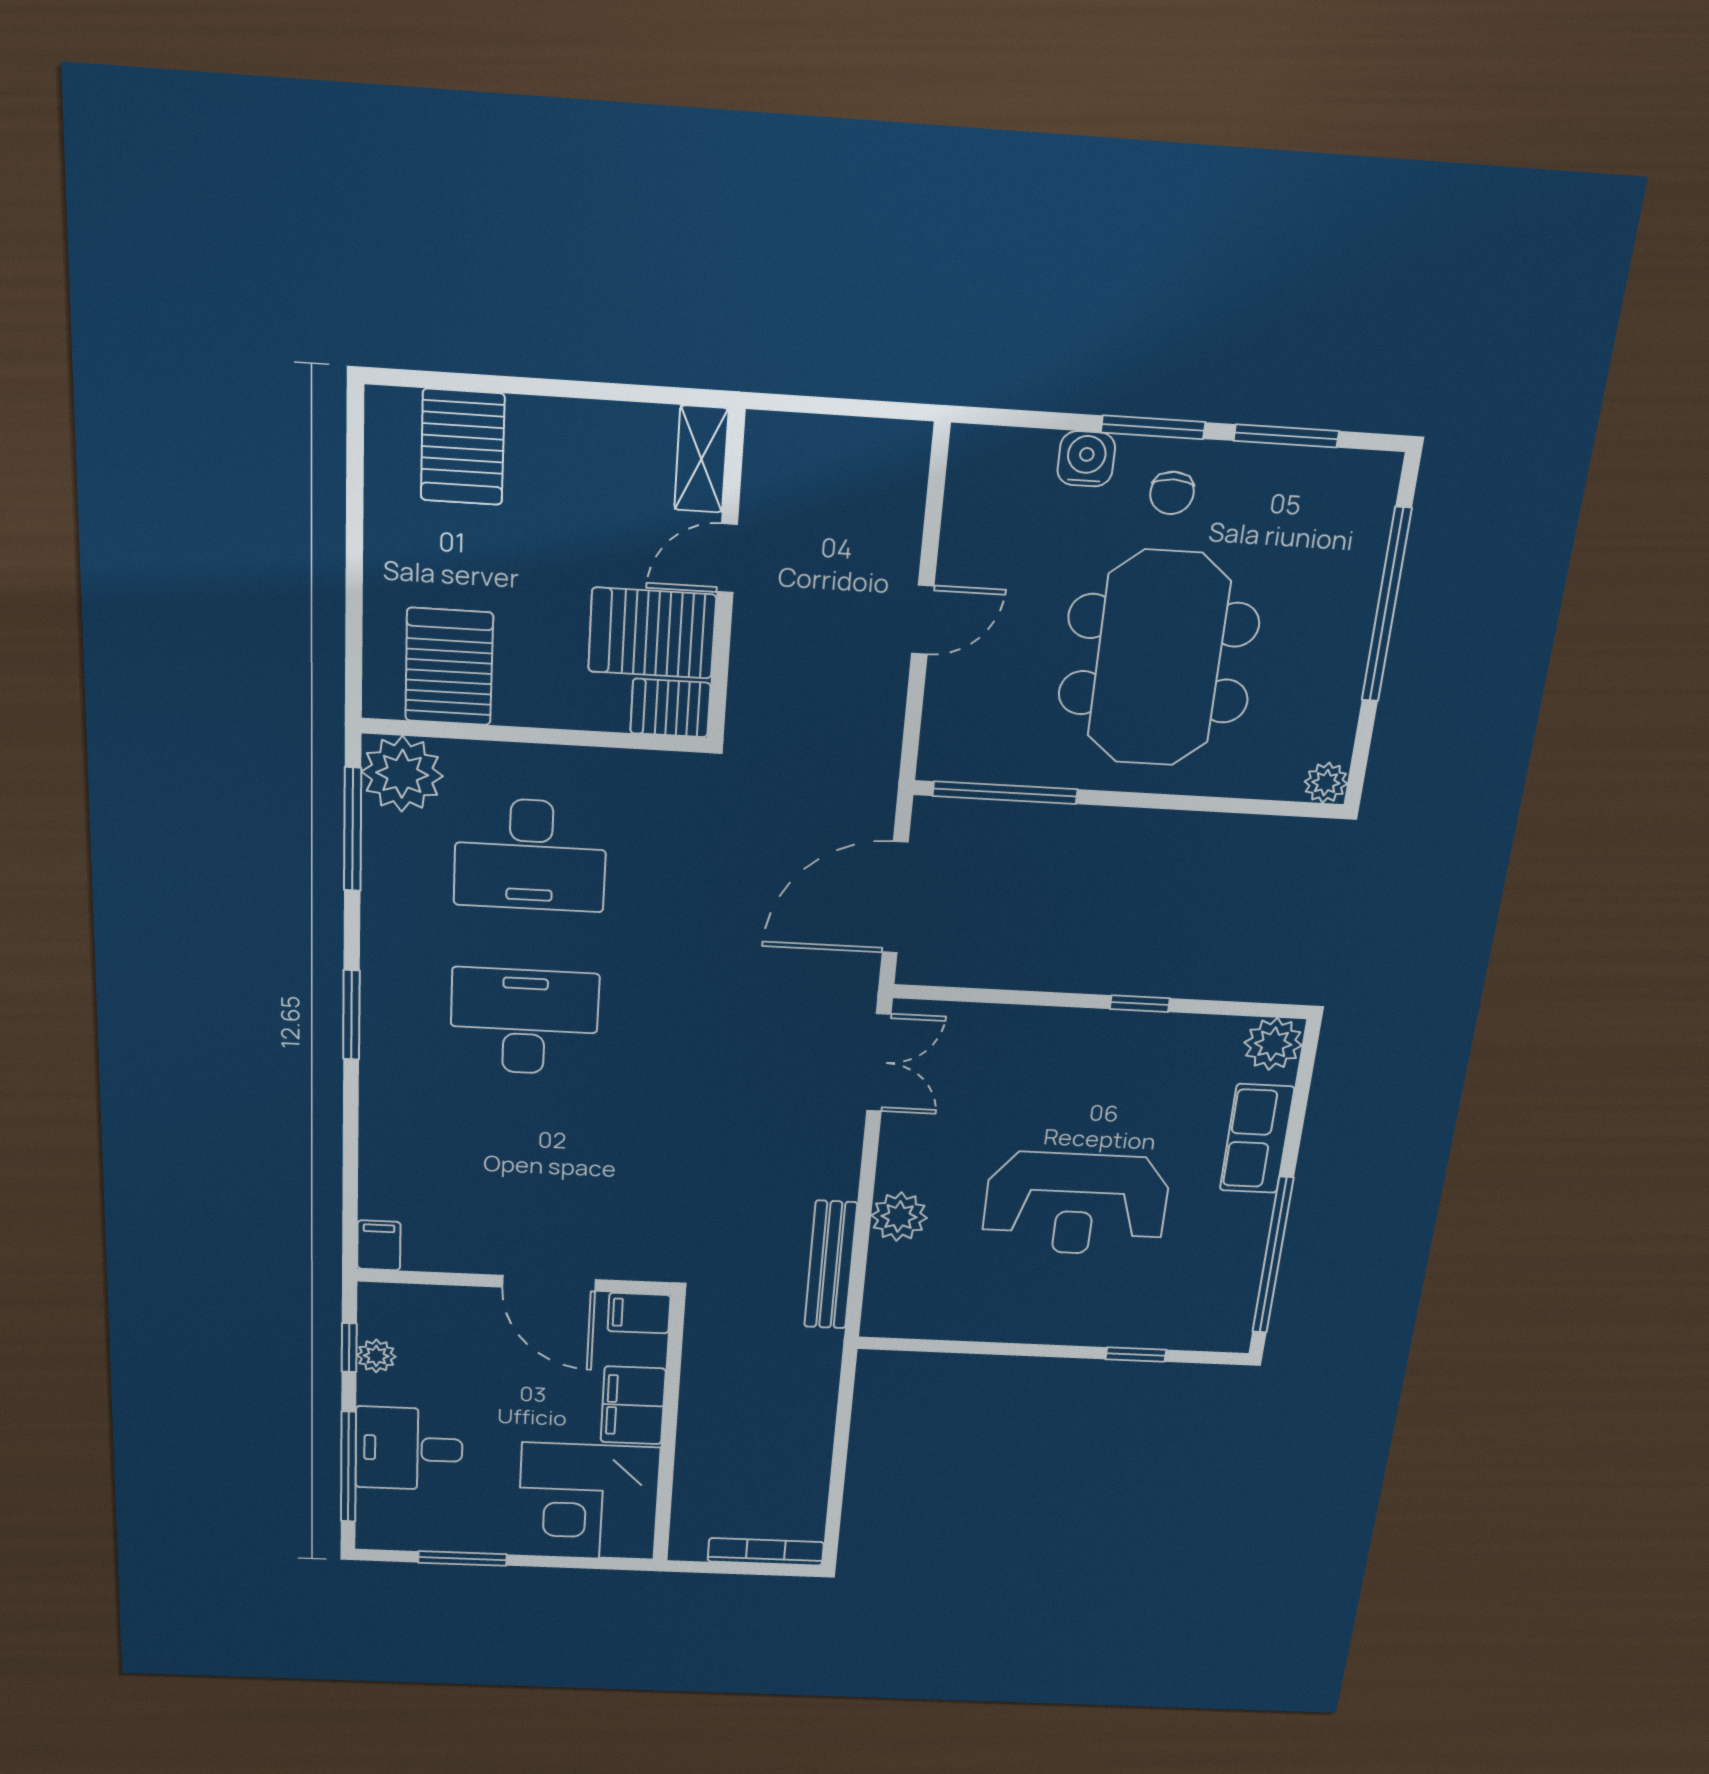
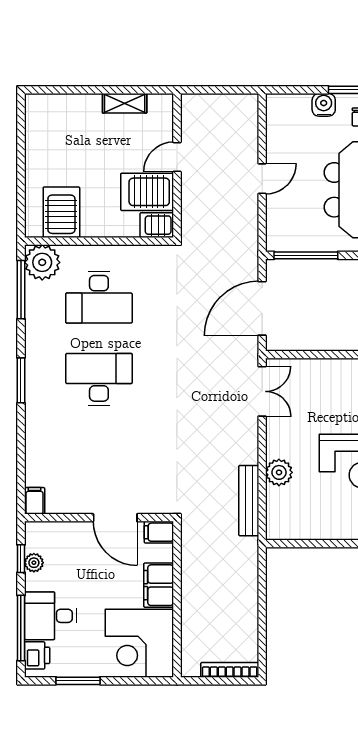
server rack: (463, 447) -> (65, 117), removed
shelving: (701, 459) -> (125, 103), moved, turned 90
printer: (381, 1514) -> (37, 655), added

